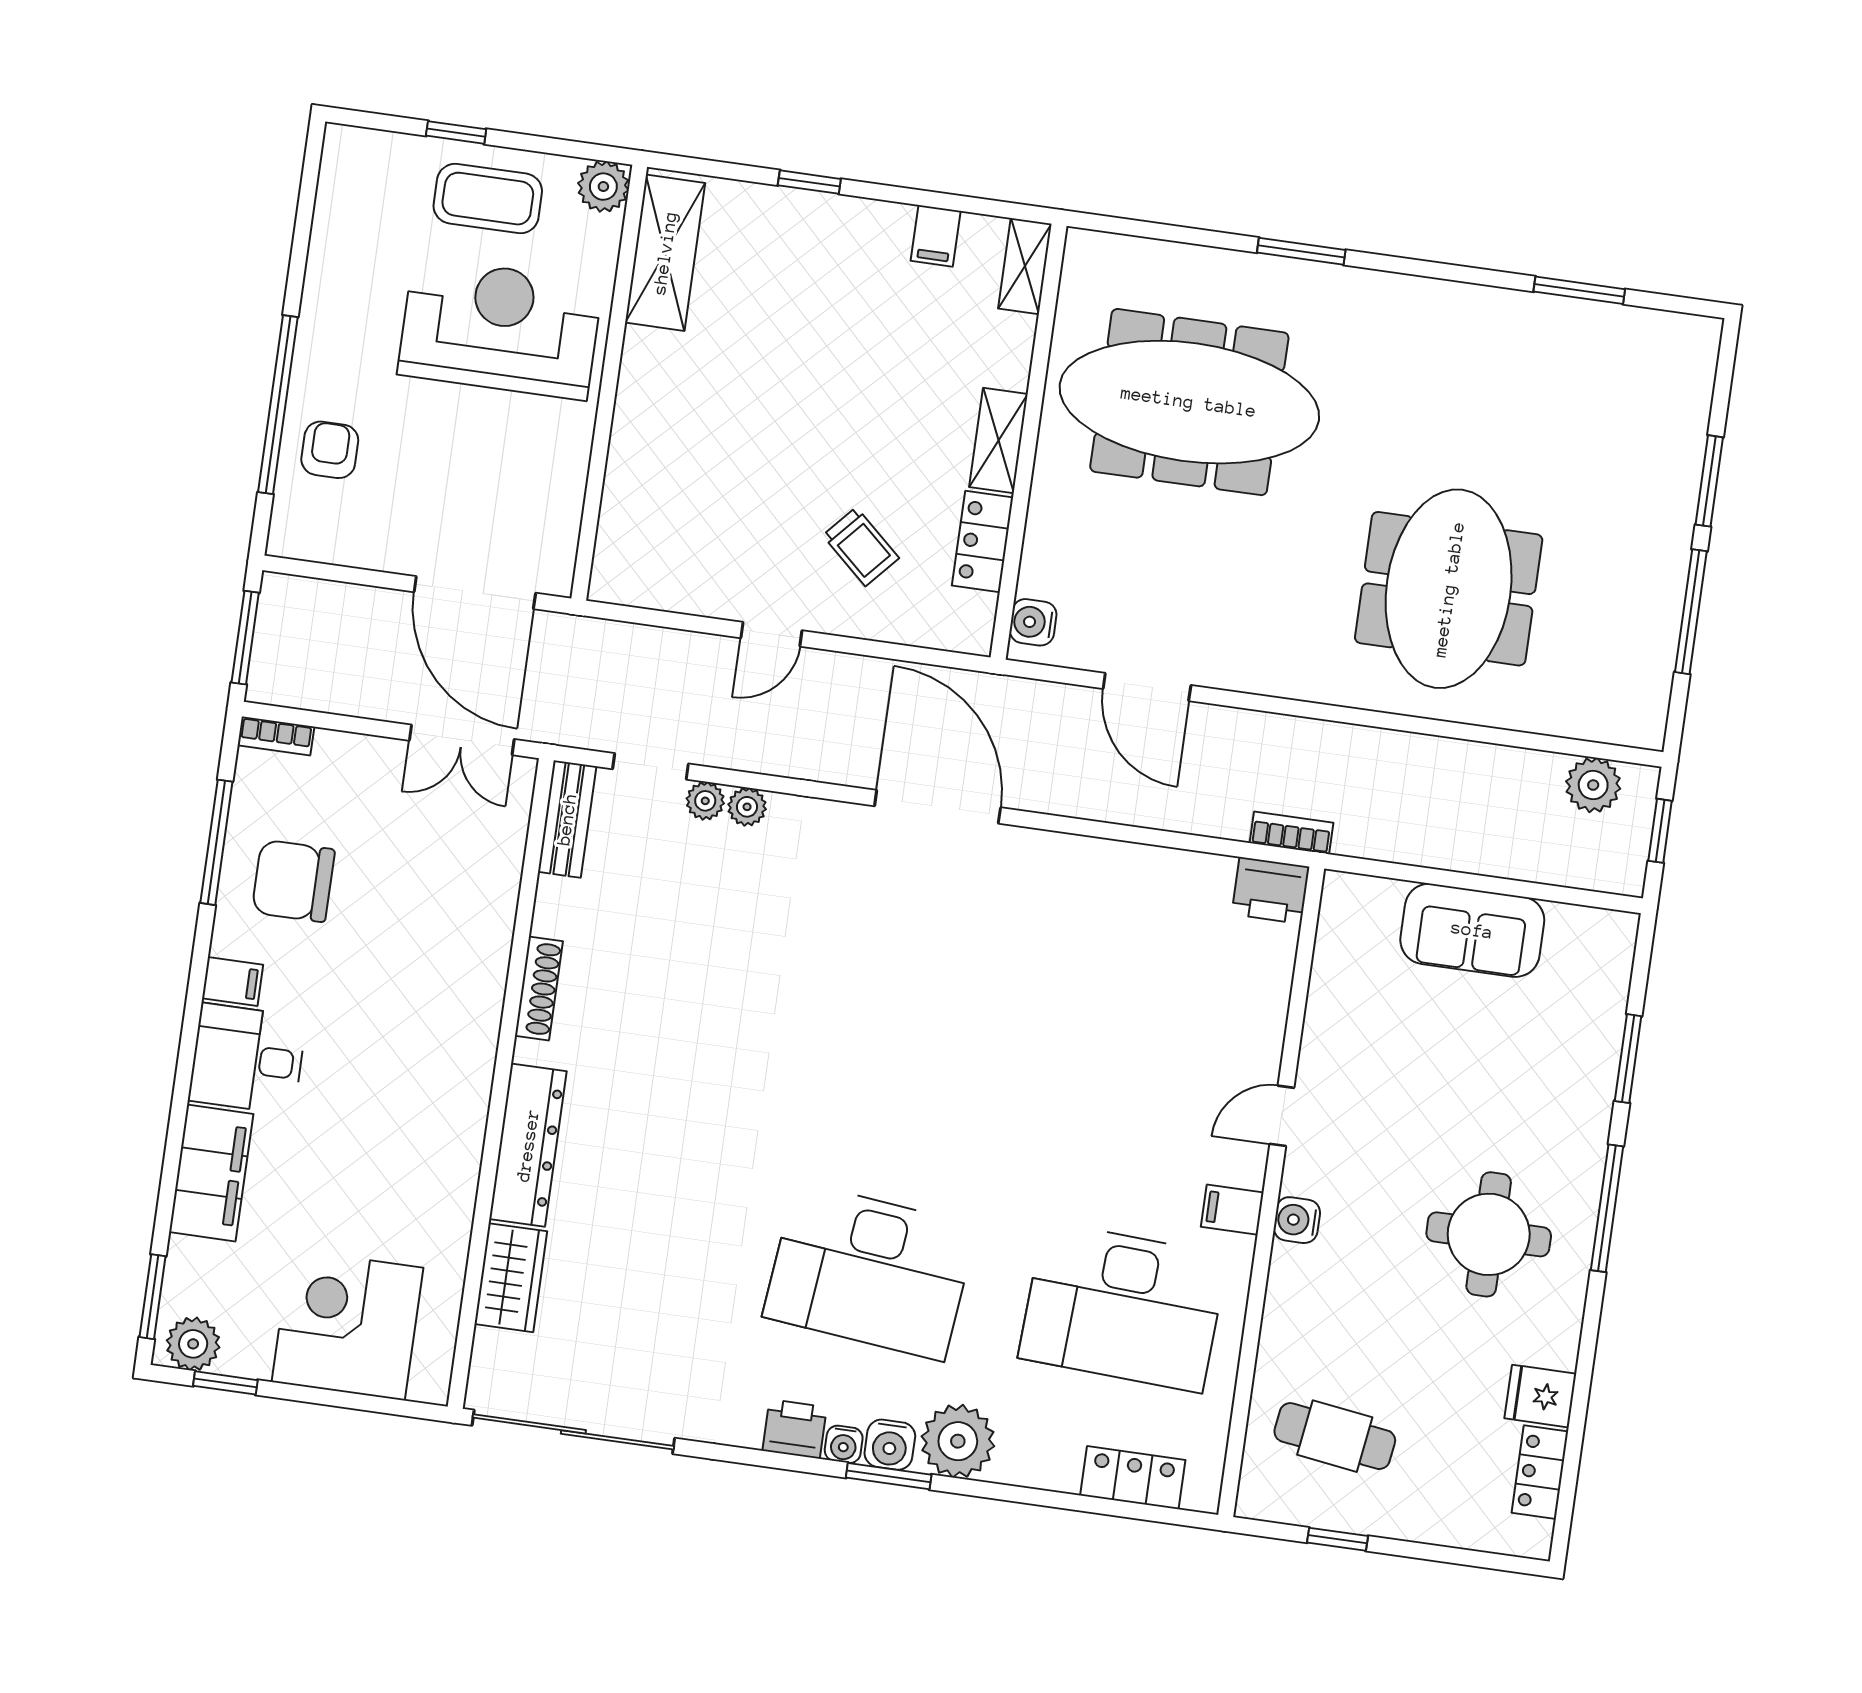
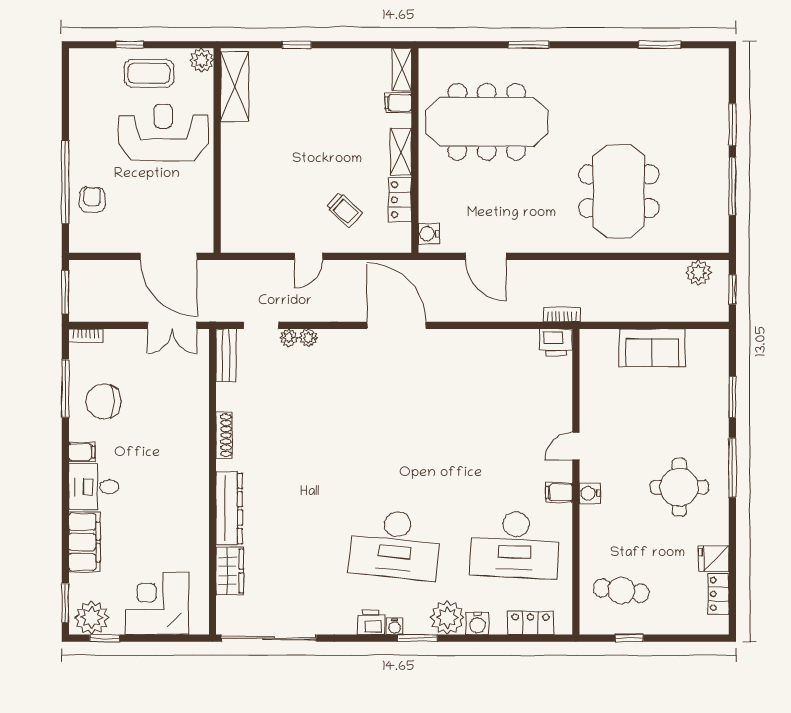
filing cabinet: (936, 236) -> (398, 103), moved, turned 90
plant: (193, 1344) -> (92, 618), width x1.36, depth x1.36
water cooler: (890, 1445) -> (477, 623), moved

